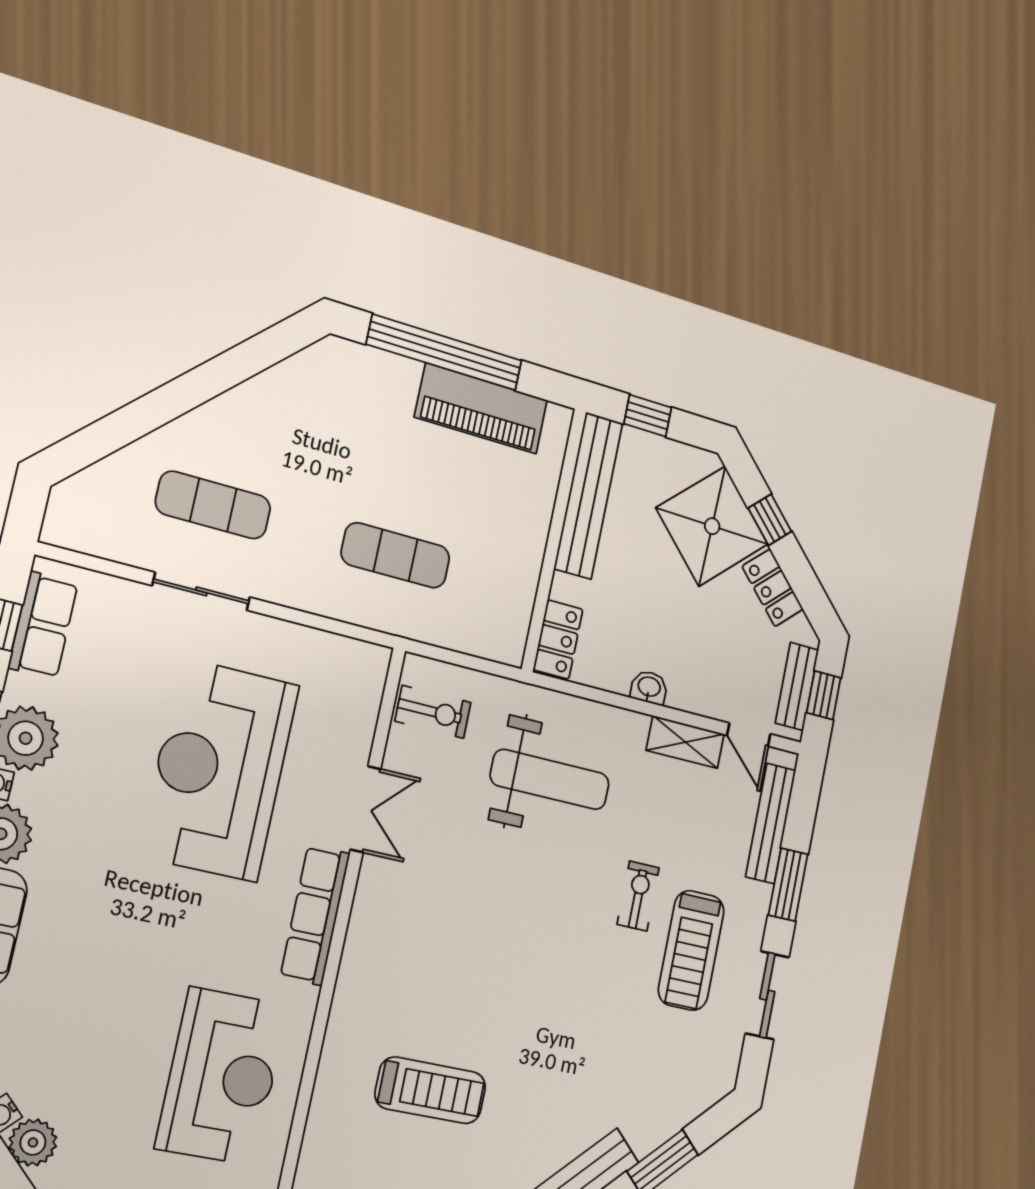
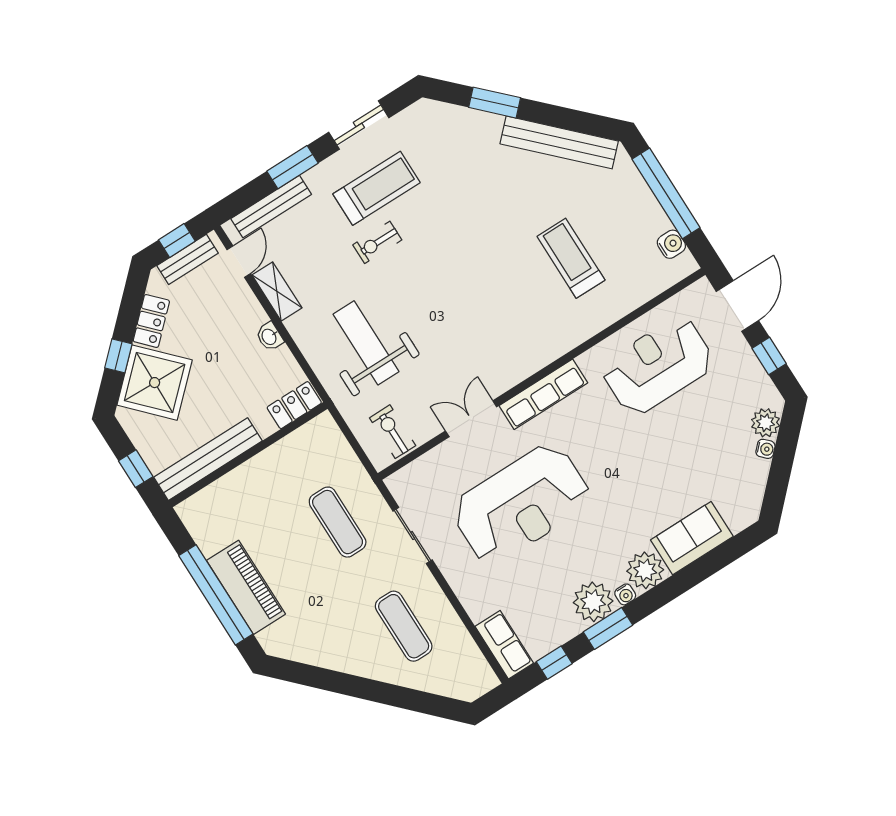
piano: (481, 409) -> (246, 587), moved
sliding door: (201, 591) -> (413, 535), moved
row of seats: (43, 625) -> (504, 645), moved, turned 90

